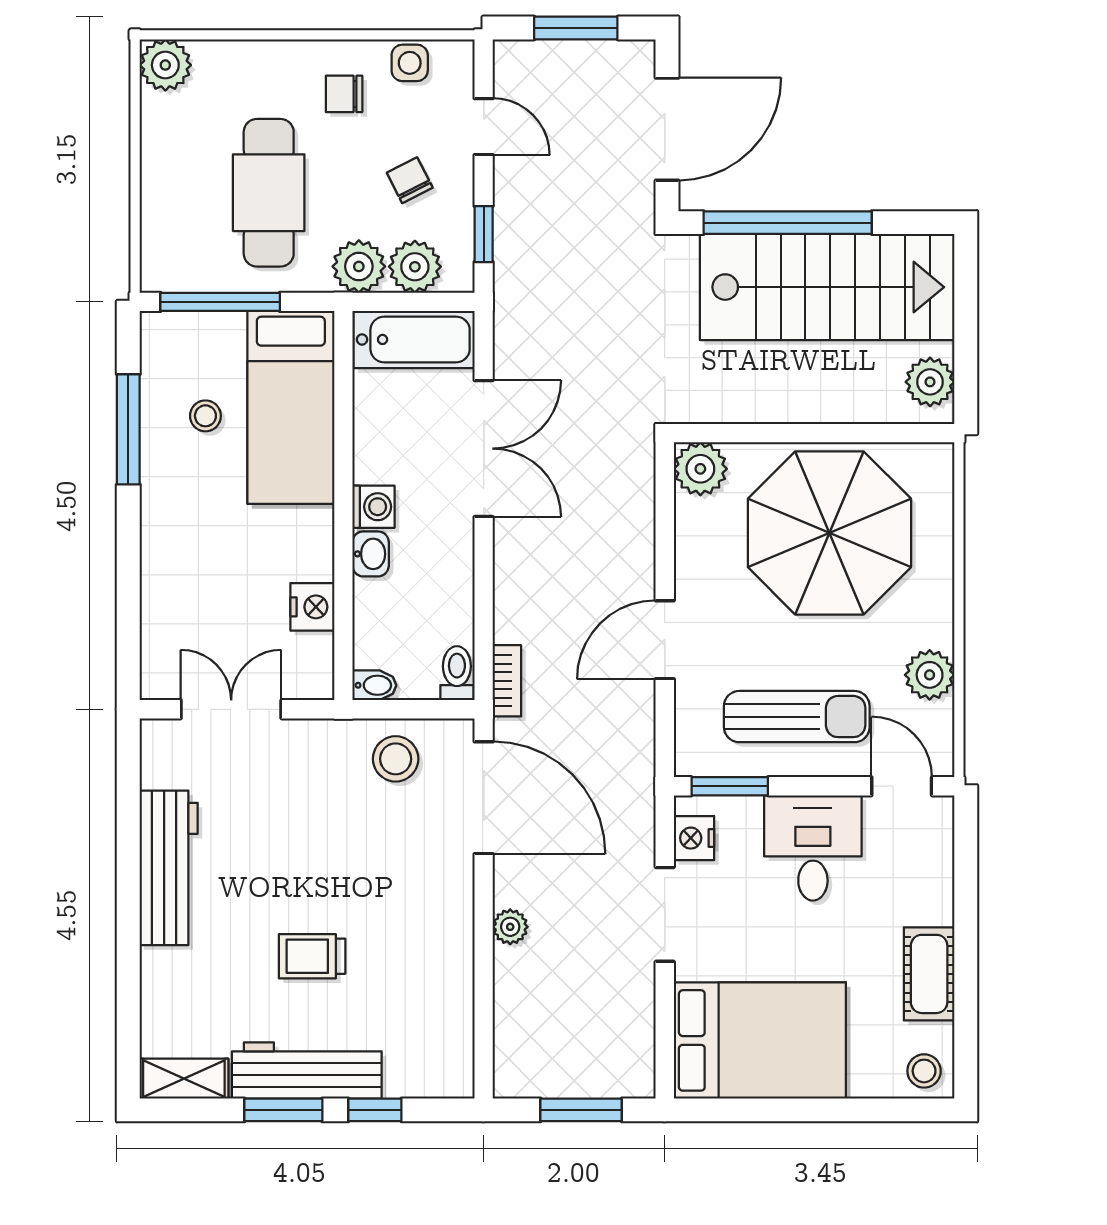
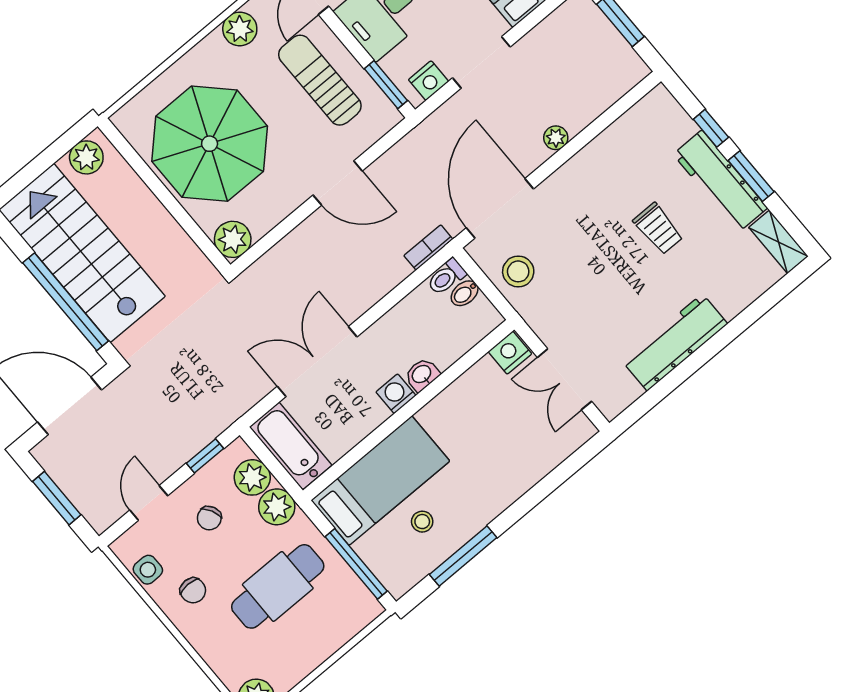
nightstand: (312, 607) -> (510, 353), moved
bidet: (374, 685) -> (465, 293), moved, turned -90

